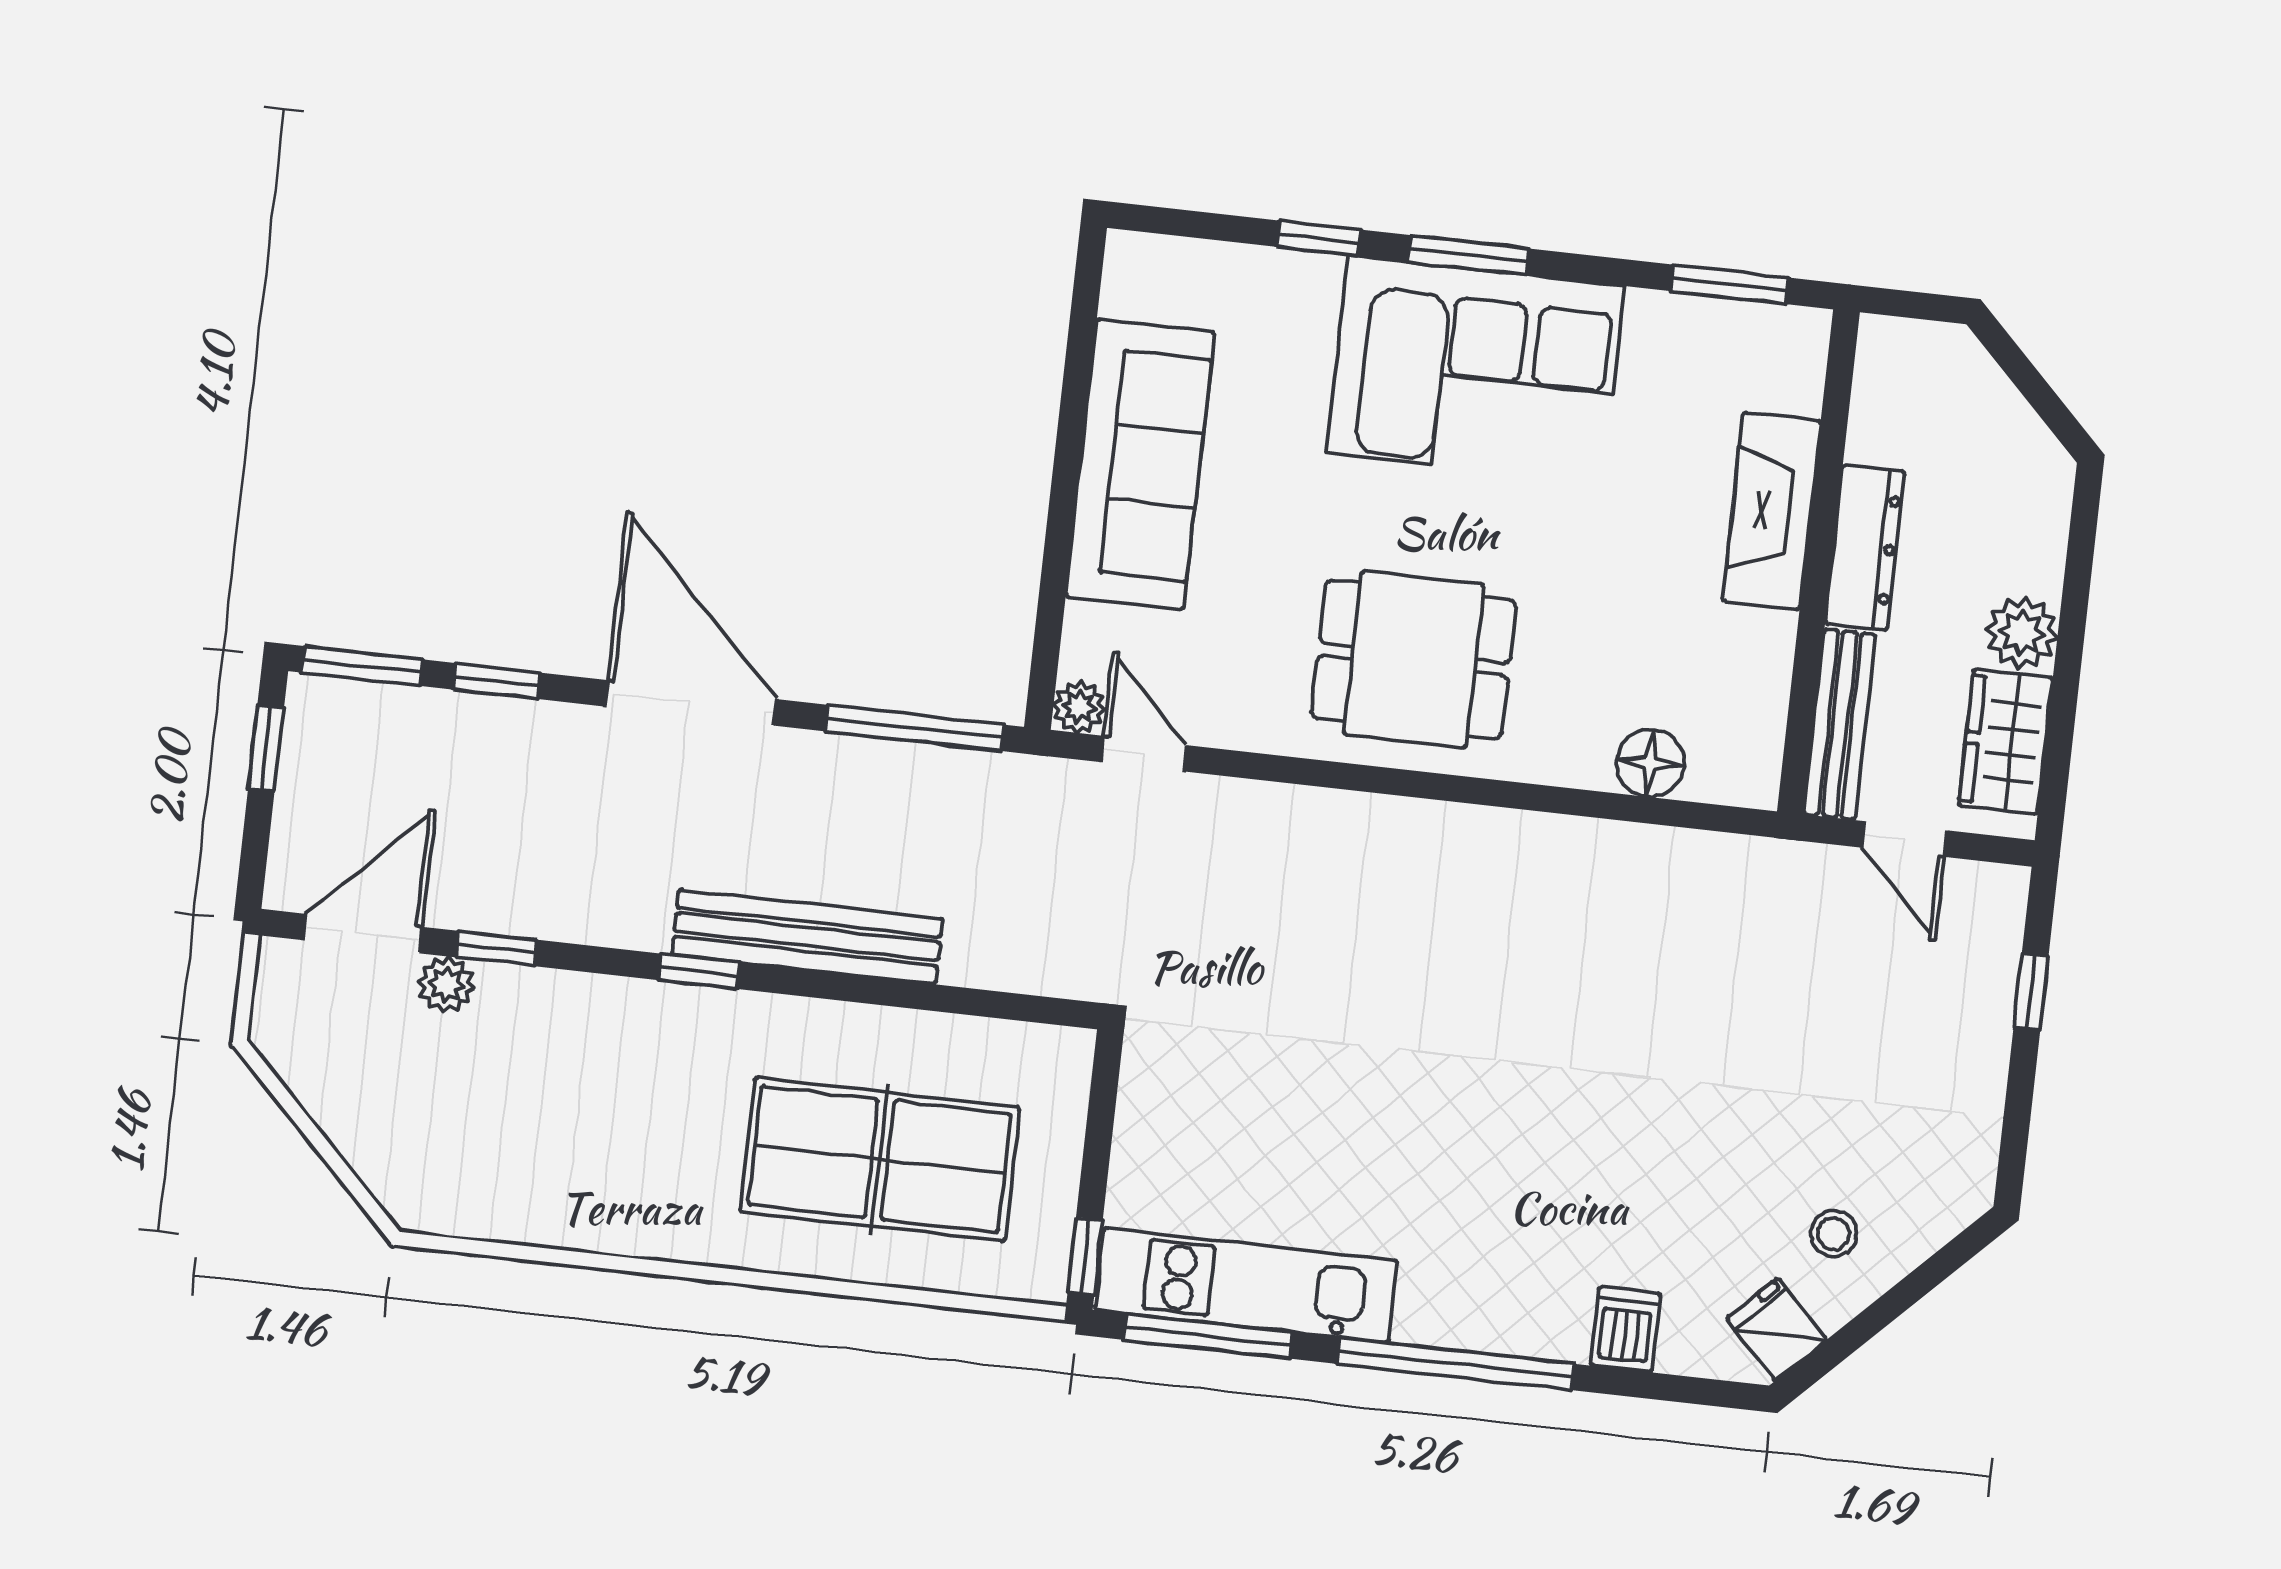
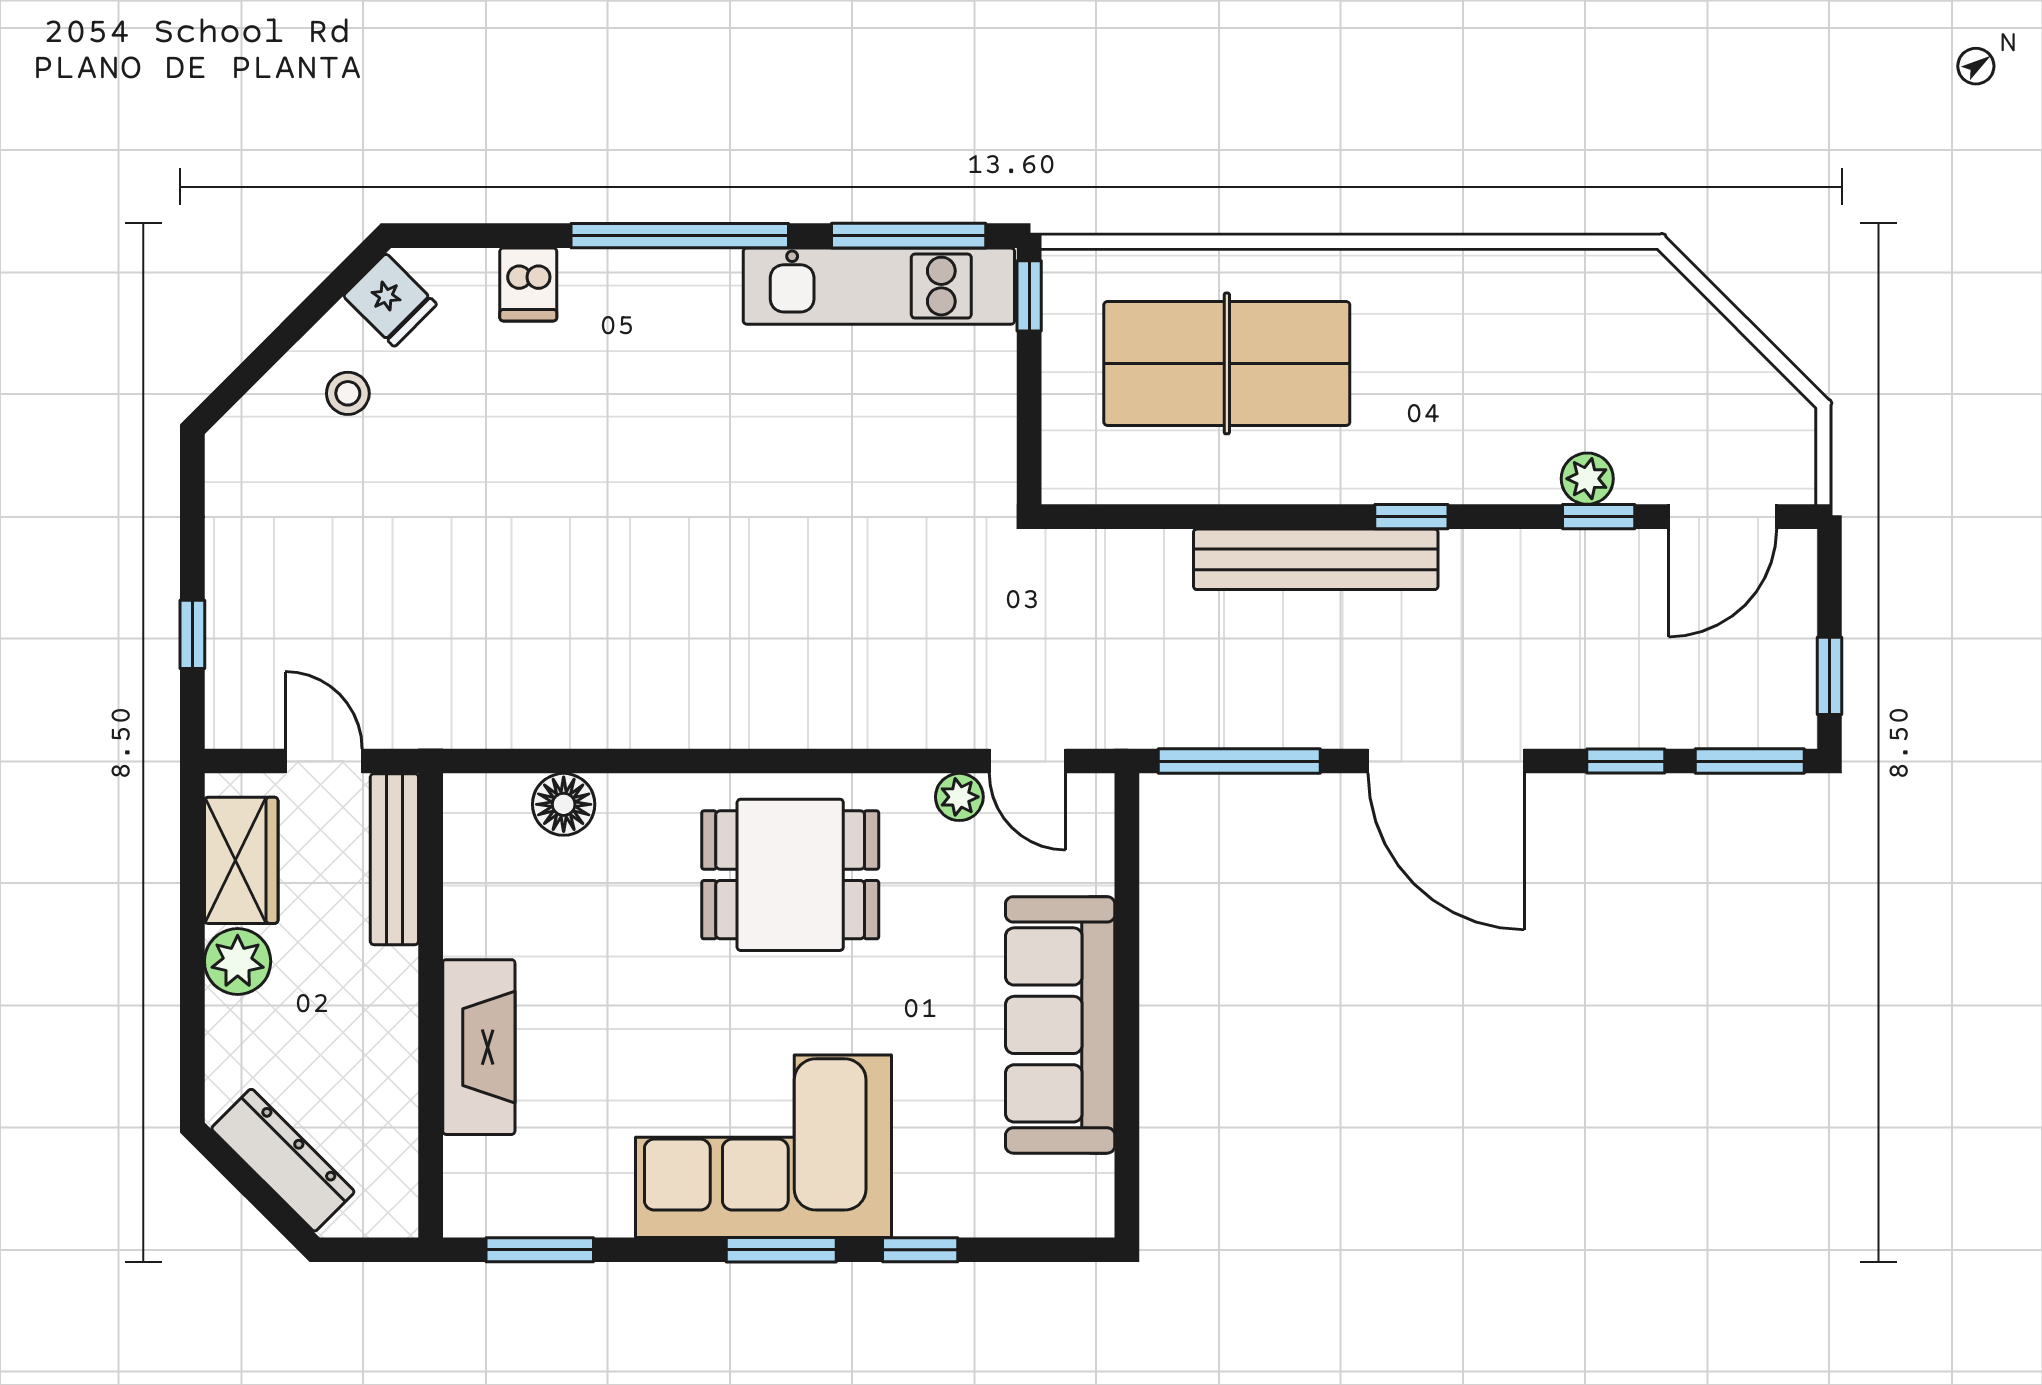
dresser: (1865, 548) -> (283, 1160), moved, turned 135
plant: (1079, 707) -> (959, 797), moved
plant: (446, 985) -> (1587, 479), moved

